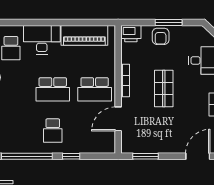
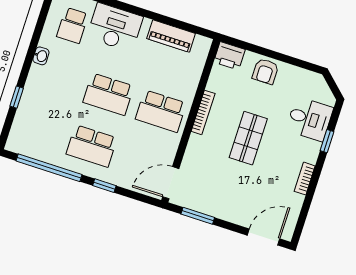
window: (169, 23) -> (281, 57), removed
piano: (84, 35) -> (171, 36), width x0.73, depth x0.75
door: (118, 119) -> (171, 183), moved
school desk: (53, 131) -> (92, 146), width x1.85

